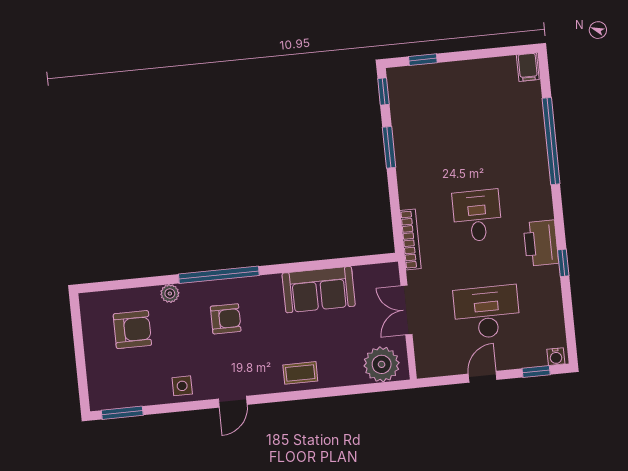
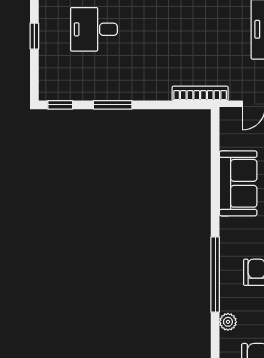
window: (423, 60) -> (34, 36), moved
desk: (477, 216) -> (94, 29), moved

